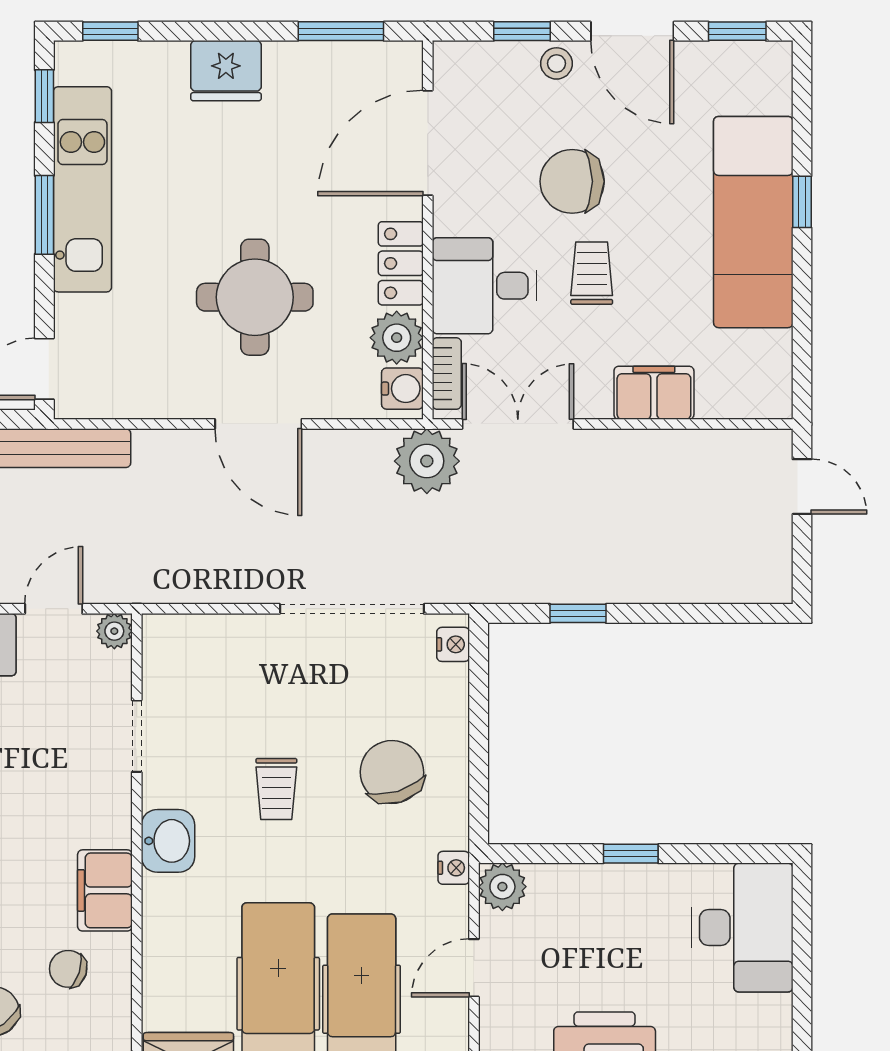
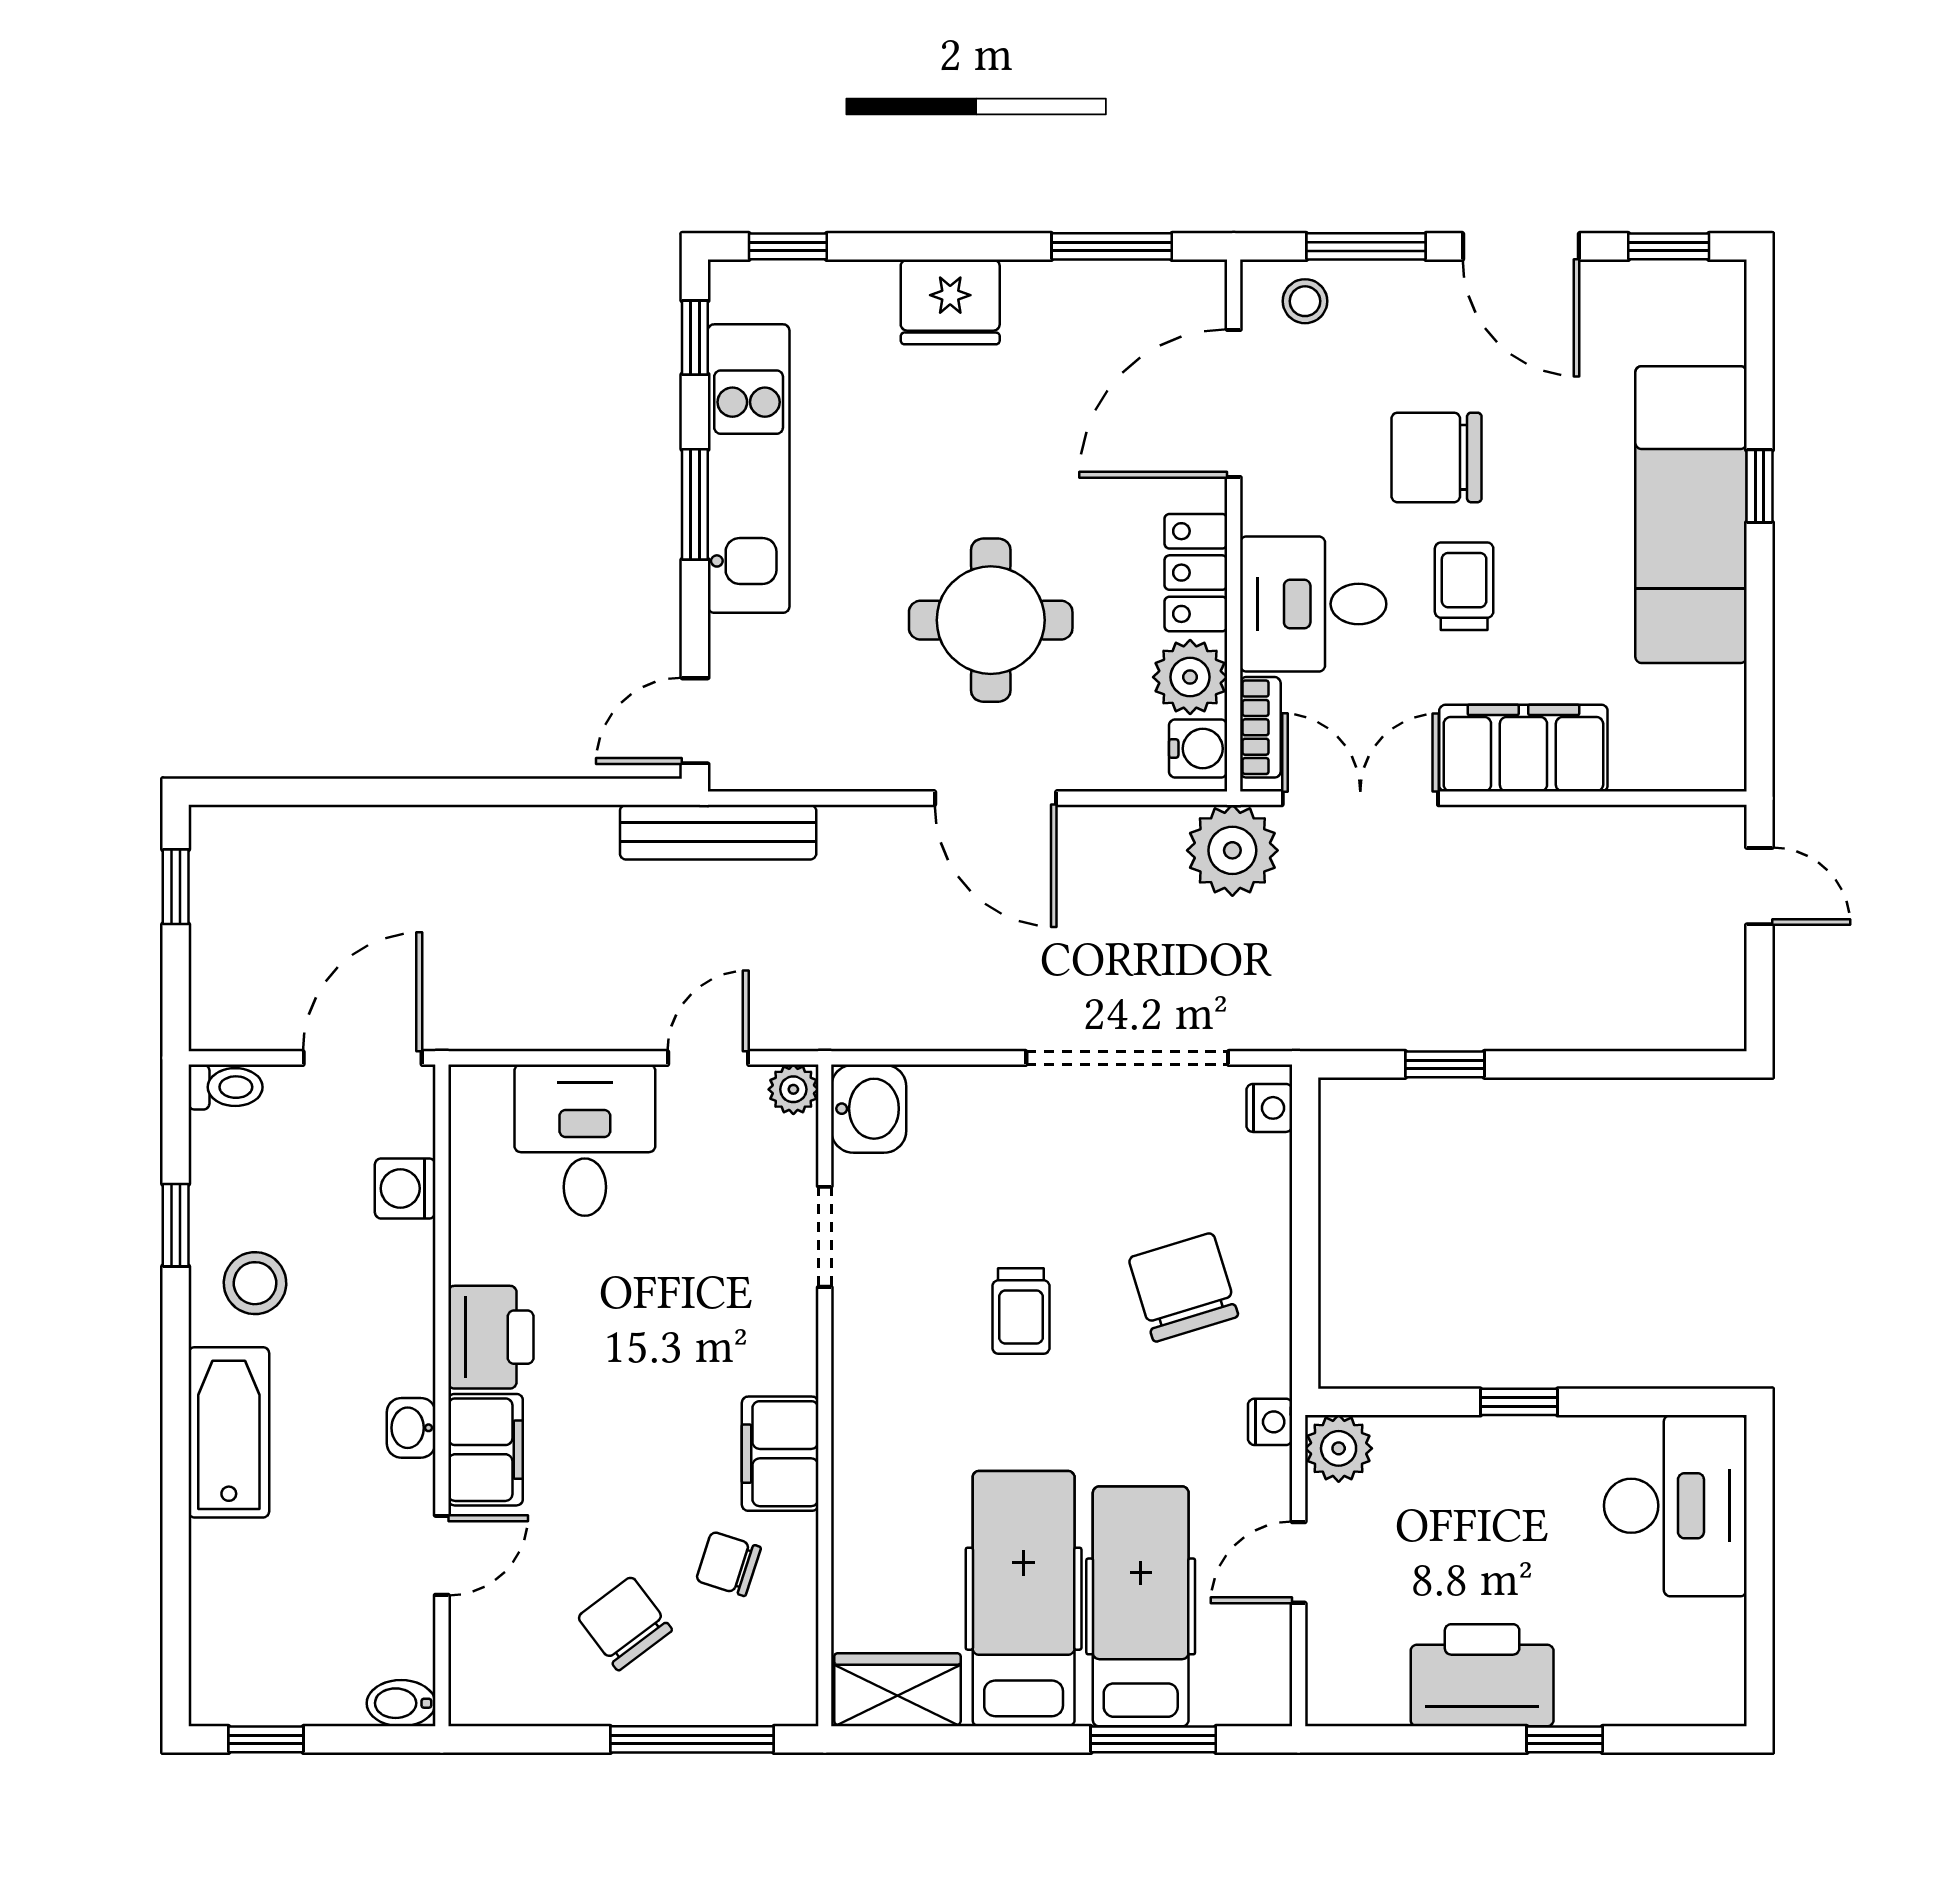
window: (522, 31) -> (1366, 246), width x1.50
stool: (557, 63) -> (1305, 301), moved
filing cabinet: (654, 393) -> (1523, 748), width x1.50, depth x1.17
washbasin: (168, 841) -> (869, 1109), moved

